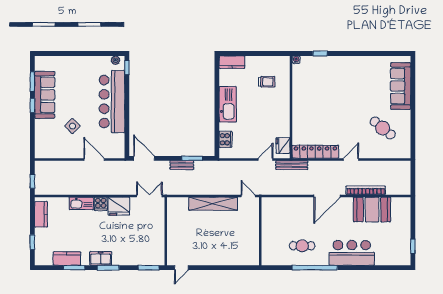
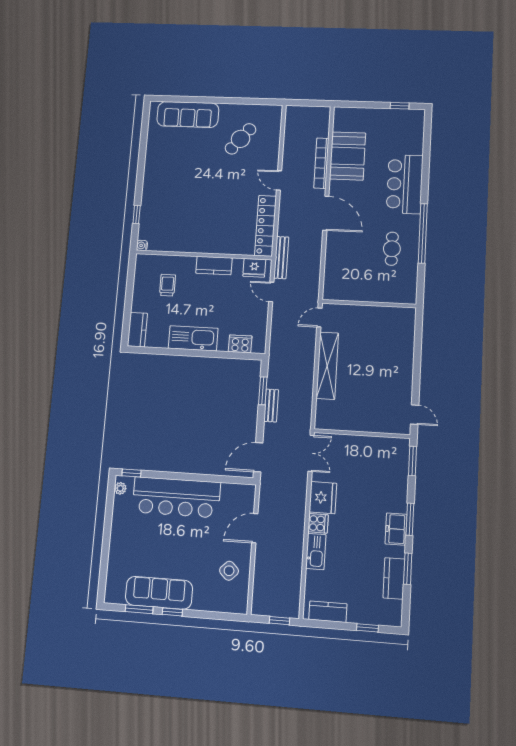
kitchen counter: (283, 115) -> (214, 266), added
side table: (72, 126) -> (229, 571), moved
double door: (149, 196) -> (311, 453), swing flipped

